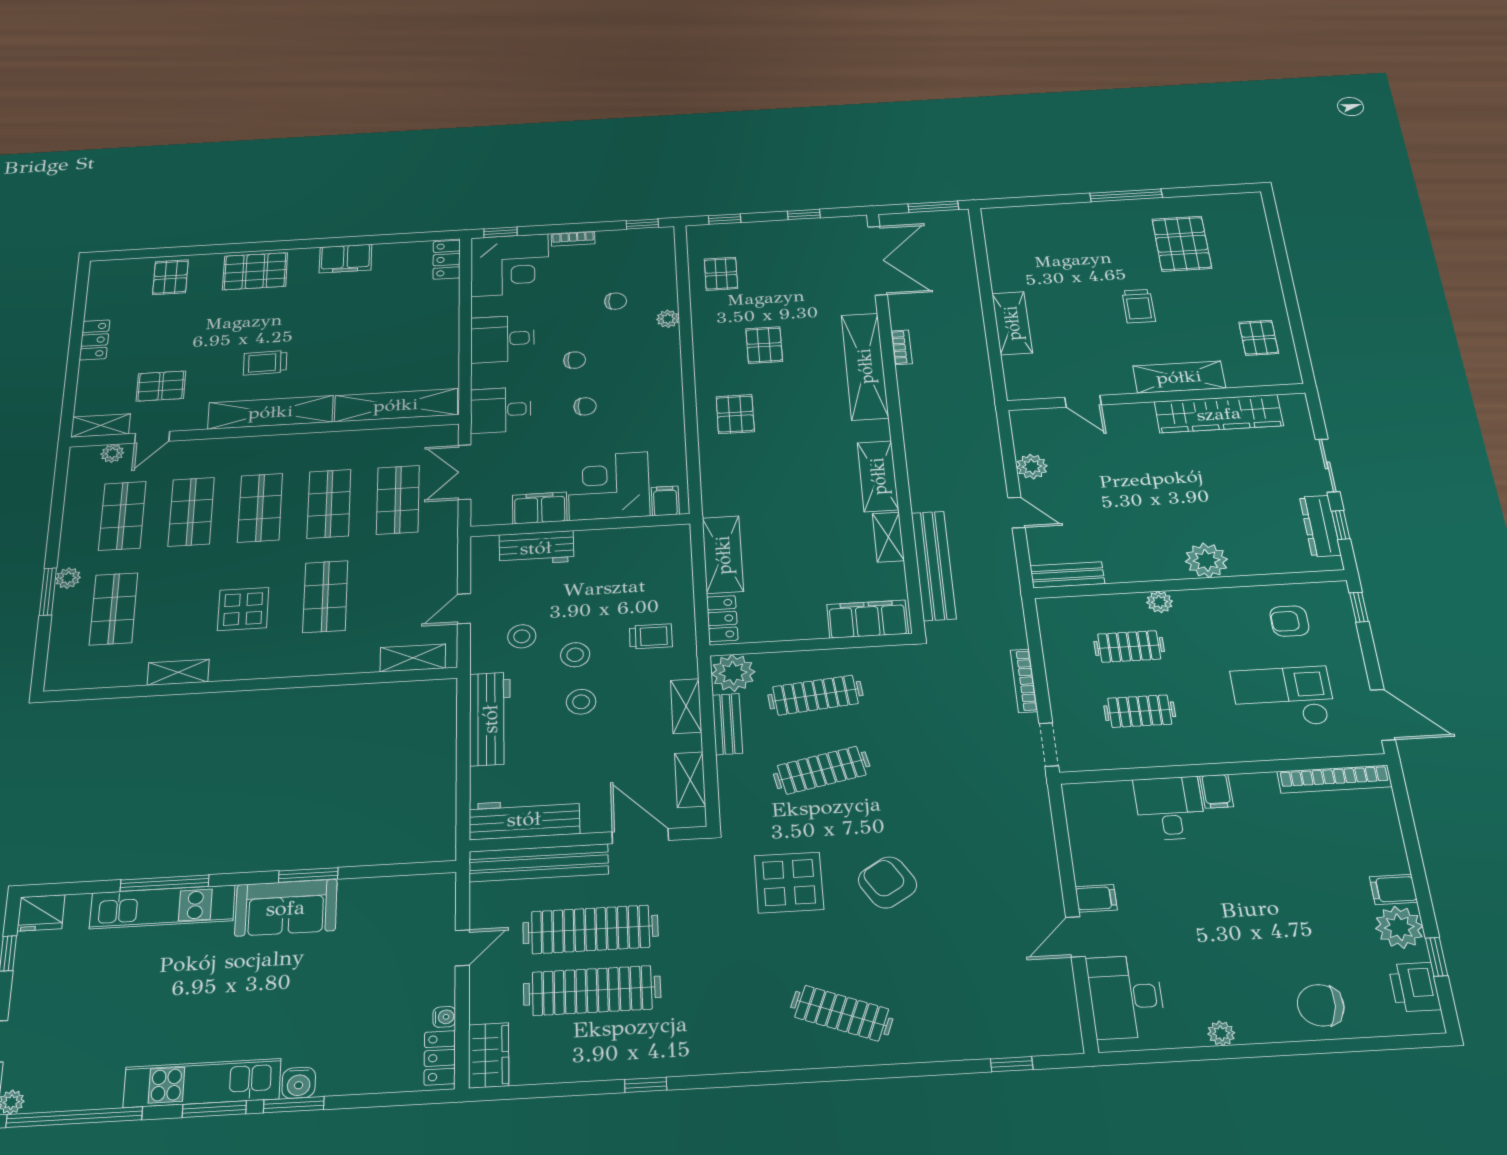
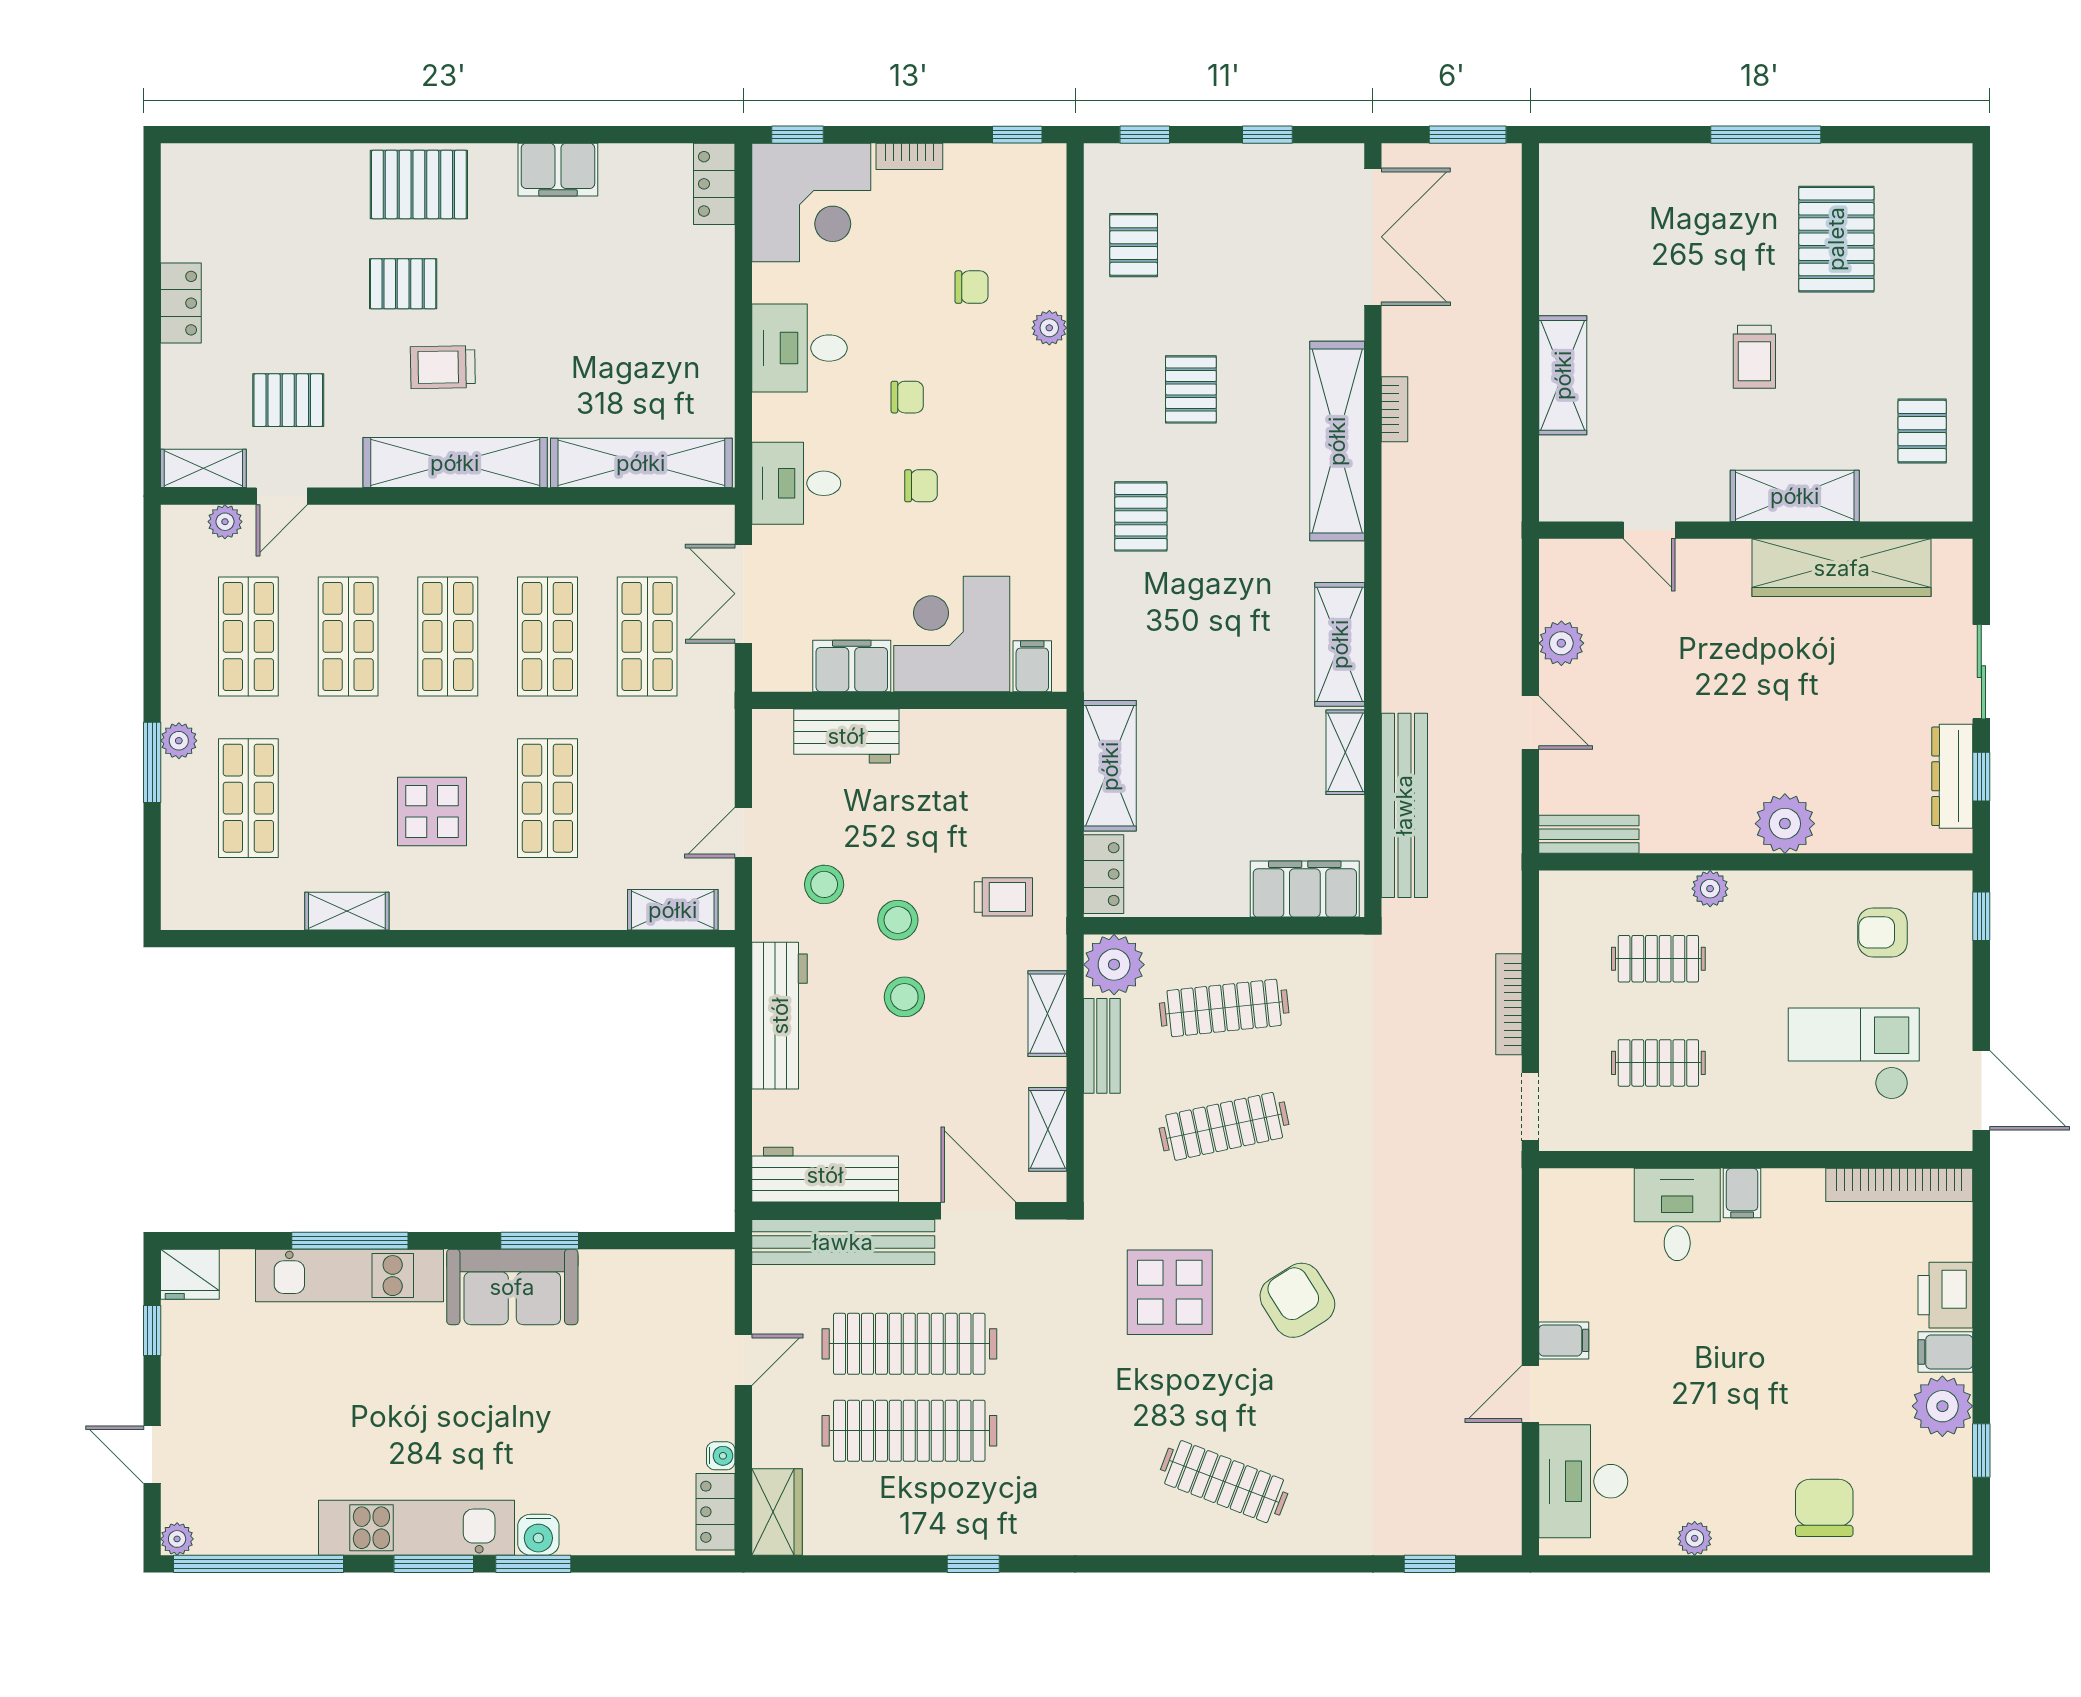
pallet: (170, 277) -> (403, 284), moved, turned 90
printer: (1415, 987) -> (1945, 1295), moved
chair: (1321, 1005) -> (1824, 1508), turned 82

